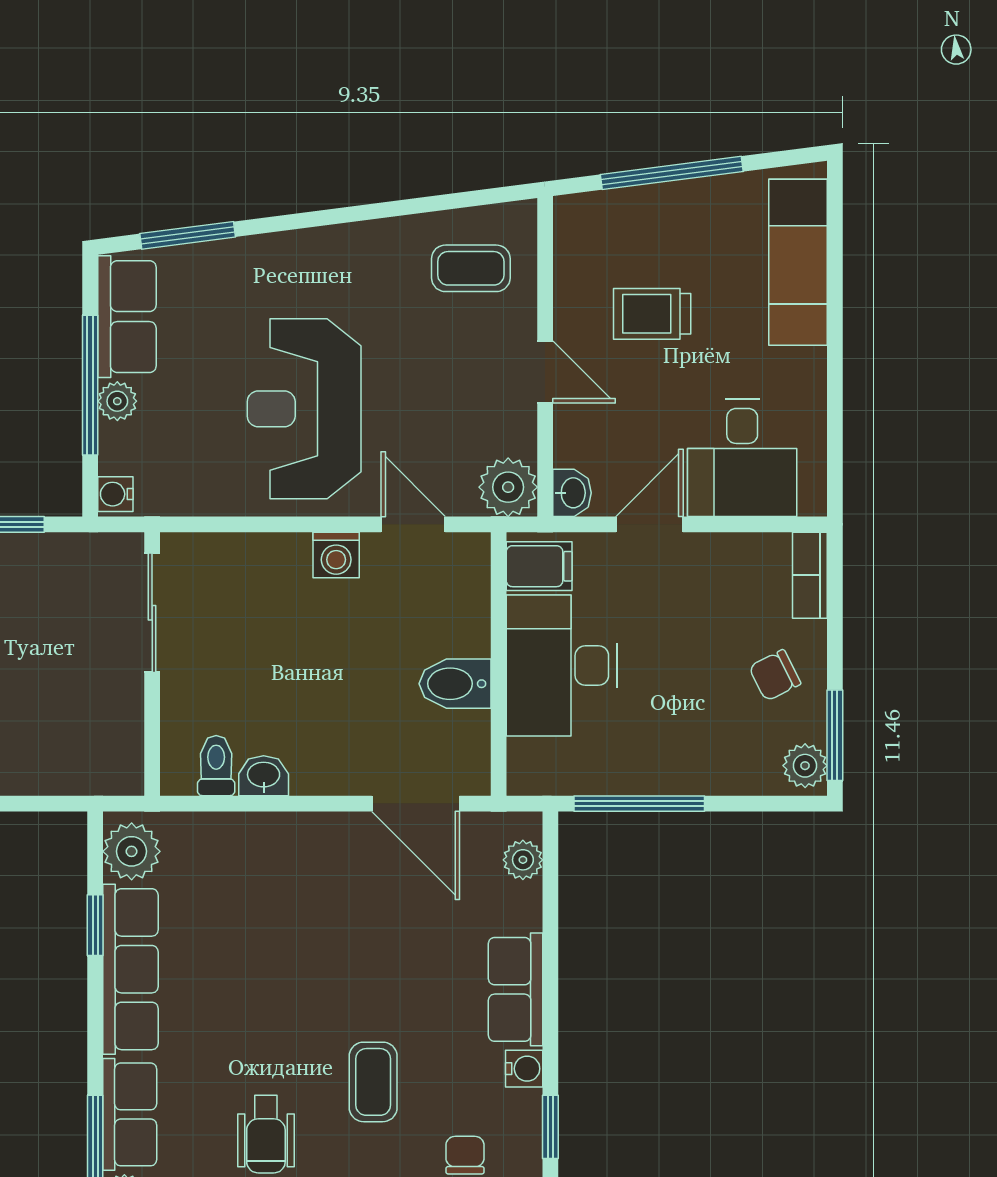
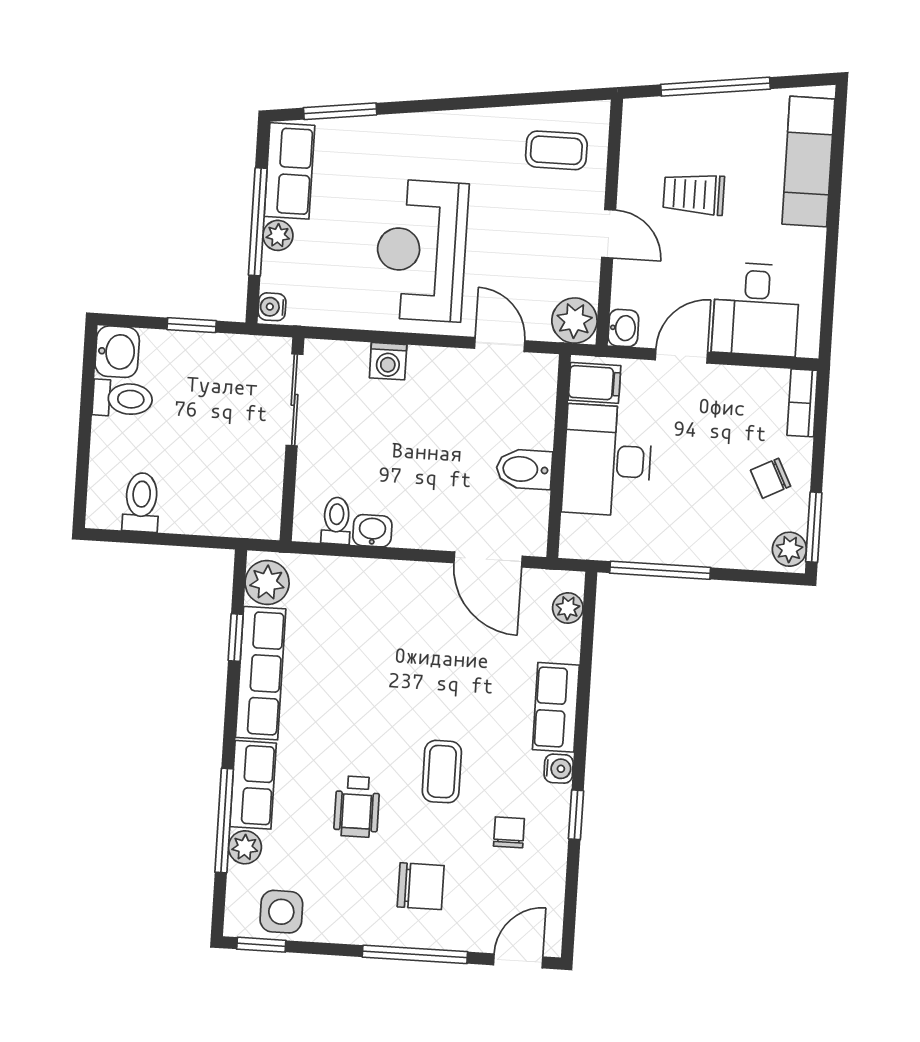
washing machine: (336, 555) -> (388, 361), moved

